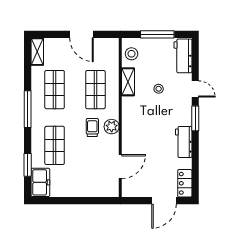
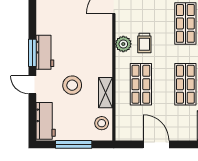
stool: (159, 89) -> (72, 85), width x1.89, depth x1.89
workbench: (184, 142) -> (45, 52), moved

